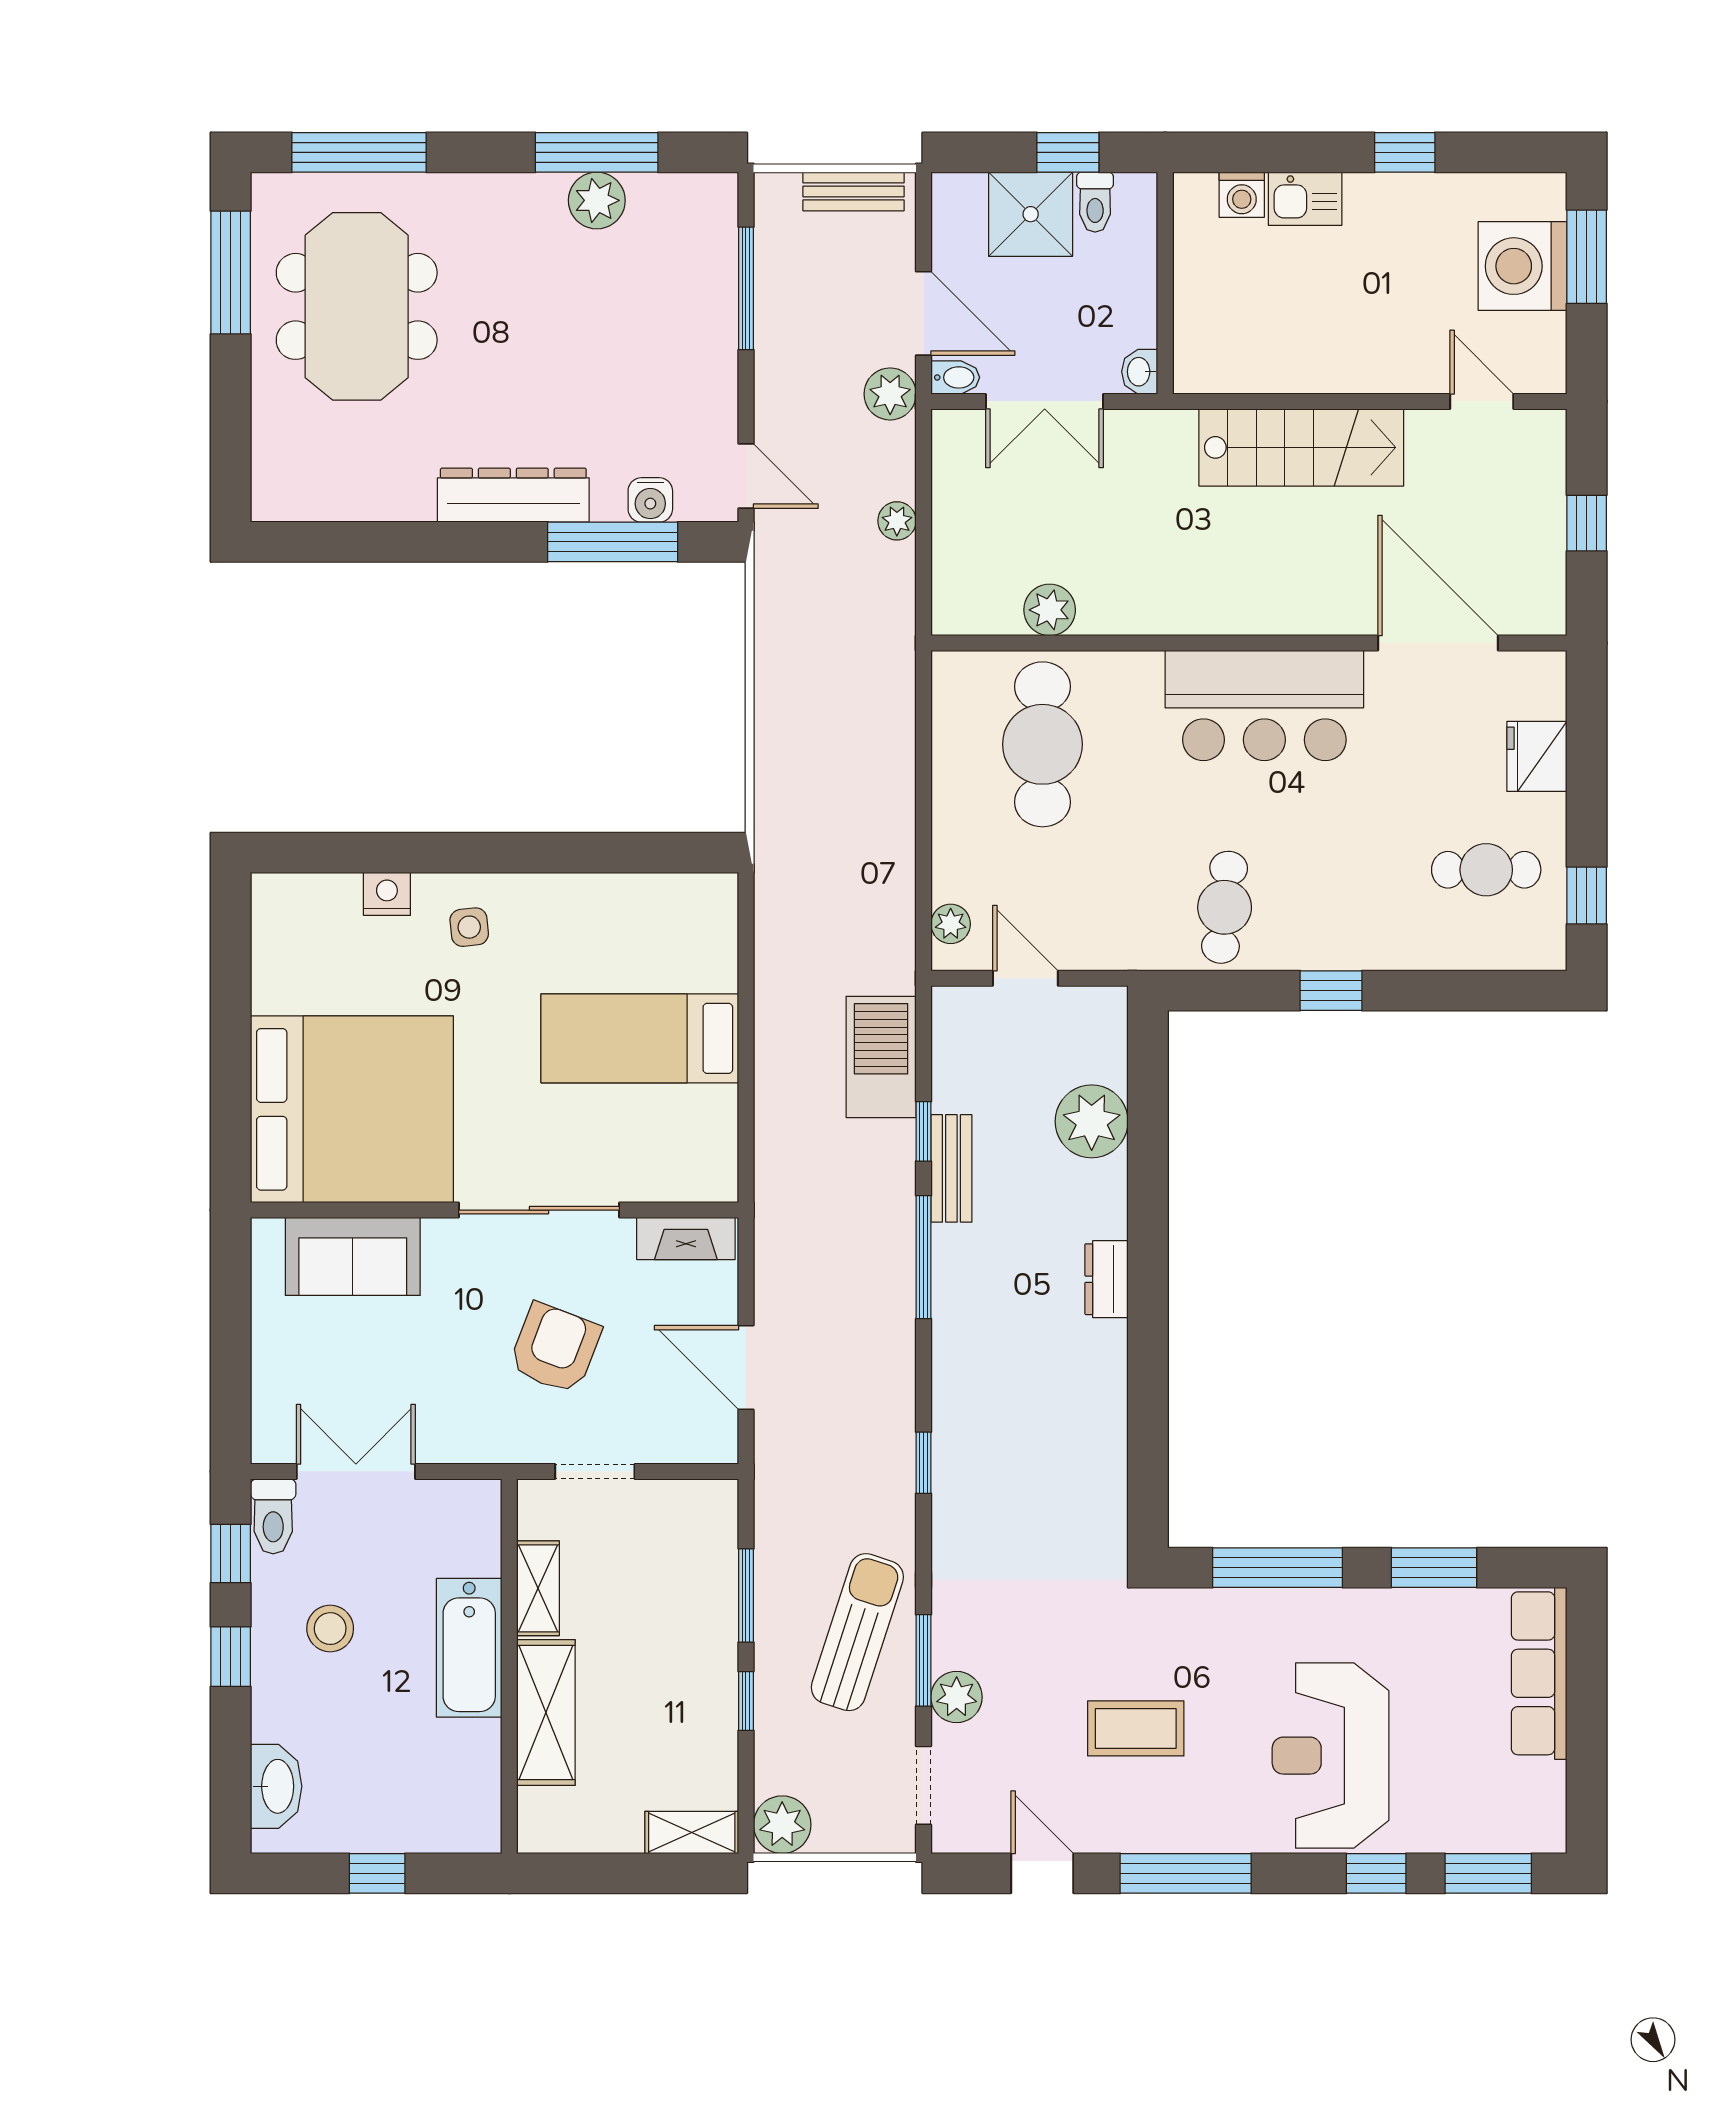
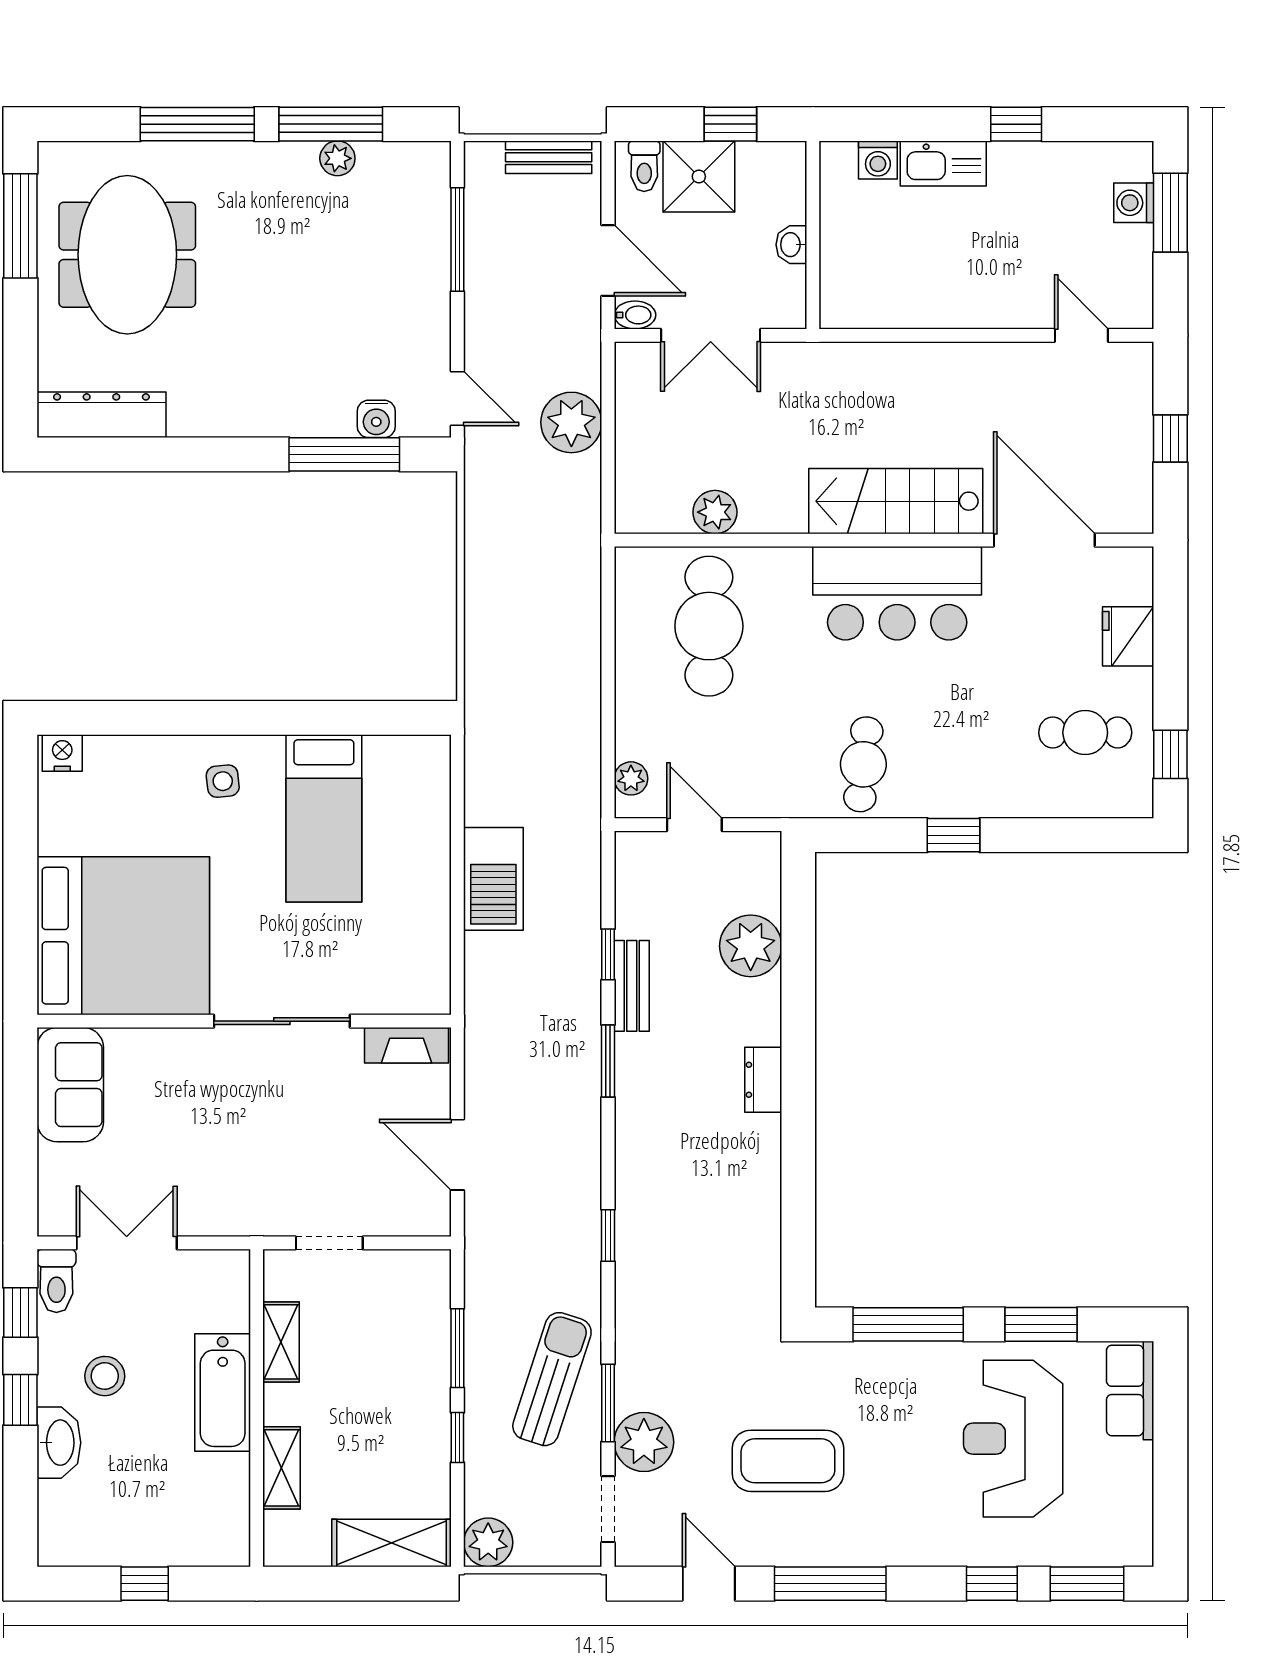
window: (359, 152) -> (197, 124), moved
kitchen sink: (1305, 199) -> (943, 163), width x1.38
plant: (597, 200) -> (337, 158), width x0.73, depth x0.73
toilet: (1095, 202) -> (644, 166), moved
washing machine: (1523, 266) -> (1134, 203), width x0.53, depth x0.53
washbasin: (1140, 372) -> (791, 245), moved
plant: (890, 394) -> (580, 329), removed
stairs: (1301, 447) -> (896, 501), moved, turned 180
dresser: (513, 495) -> (101, 415), moved
plant: (897, 521) -> (571, 422), width x1.88, depth x1.88
nightstand: (387, 894) -> (62, 753), moved
bed: (640, 1038) -> (324, 818), moved, turned -90
barbecue: (881, 1057) -> (493, 879), moved, turned 180
sofa: (353, 1256) -> (70, 1085), moved, turned -90
window: (923, 1257) -> (608, 1061), width x0.69
armchair: (555, 1348) -> (295, 1138), removed
row of seats: (1539, 1673) -> (1130, 1390), width x0.68
plant: (957, 1697) -> (644, 1442), width x1.36, depth x1.36
shelving: (546, 1713) -> (282, 1468), width x0.67, depth x0.75
coffee table: (1136, 1728) -> (788, 1461), width x1.36, depth x1.32
reception desk: (1331, 1756) -> (1013, 1439), moved
washbasin: (276, 1786) -> (59, 1443), moved
shelving: (692, 1832) -> (392, 1543), width x1.50, depth x1.33

